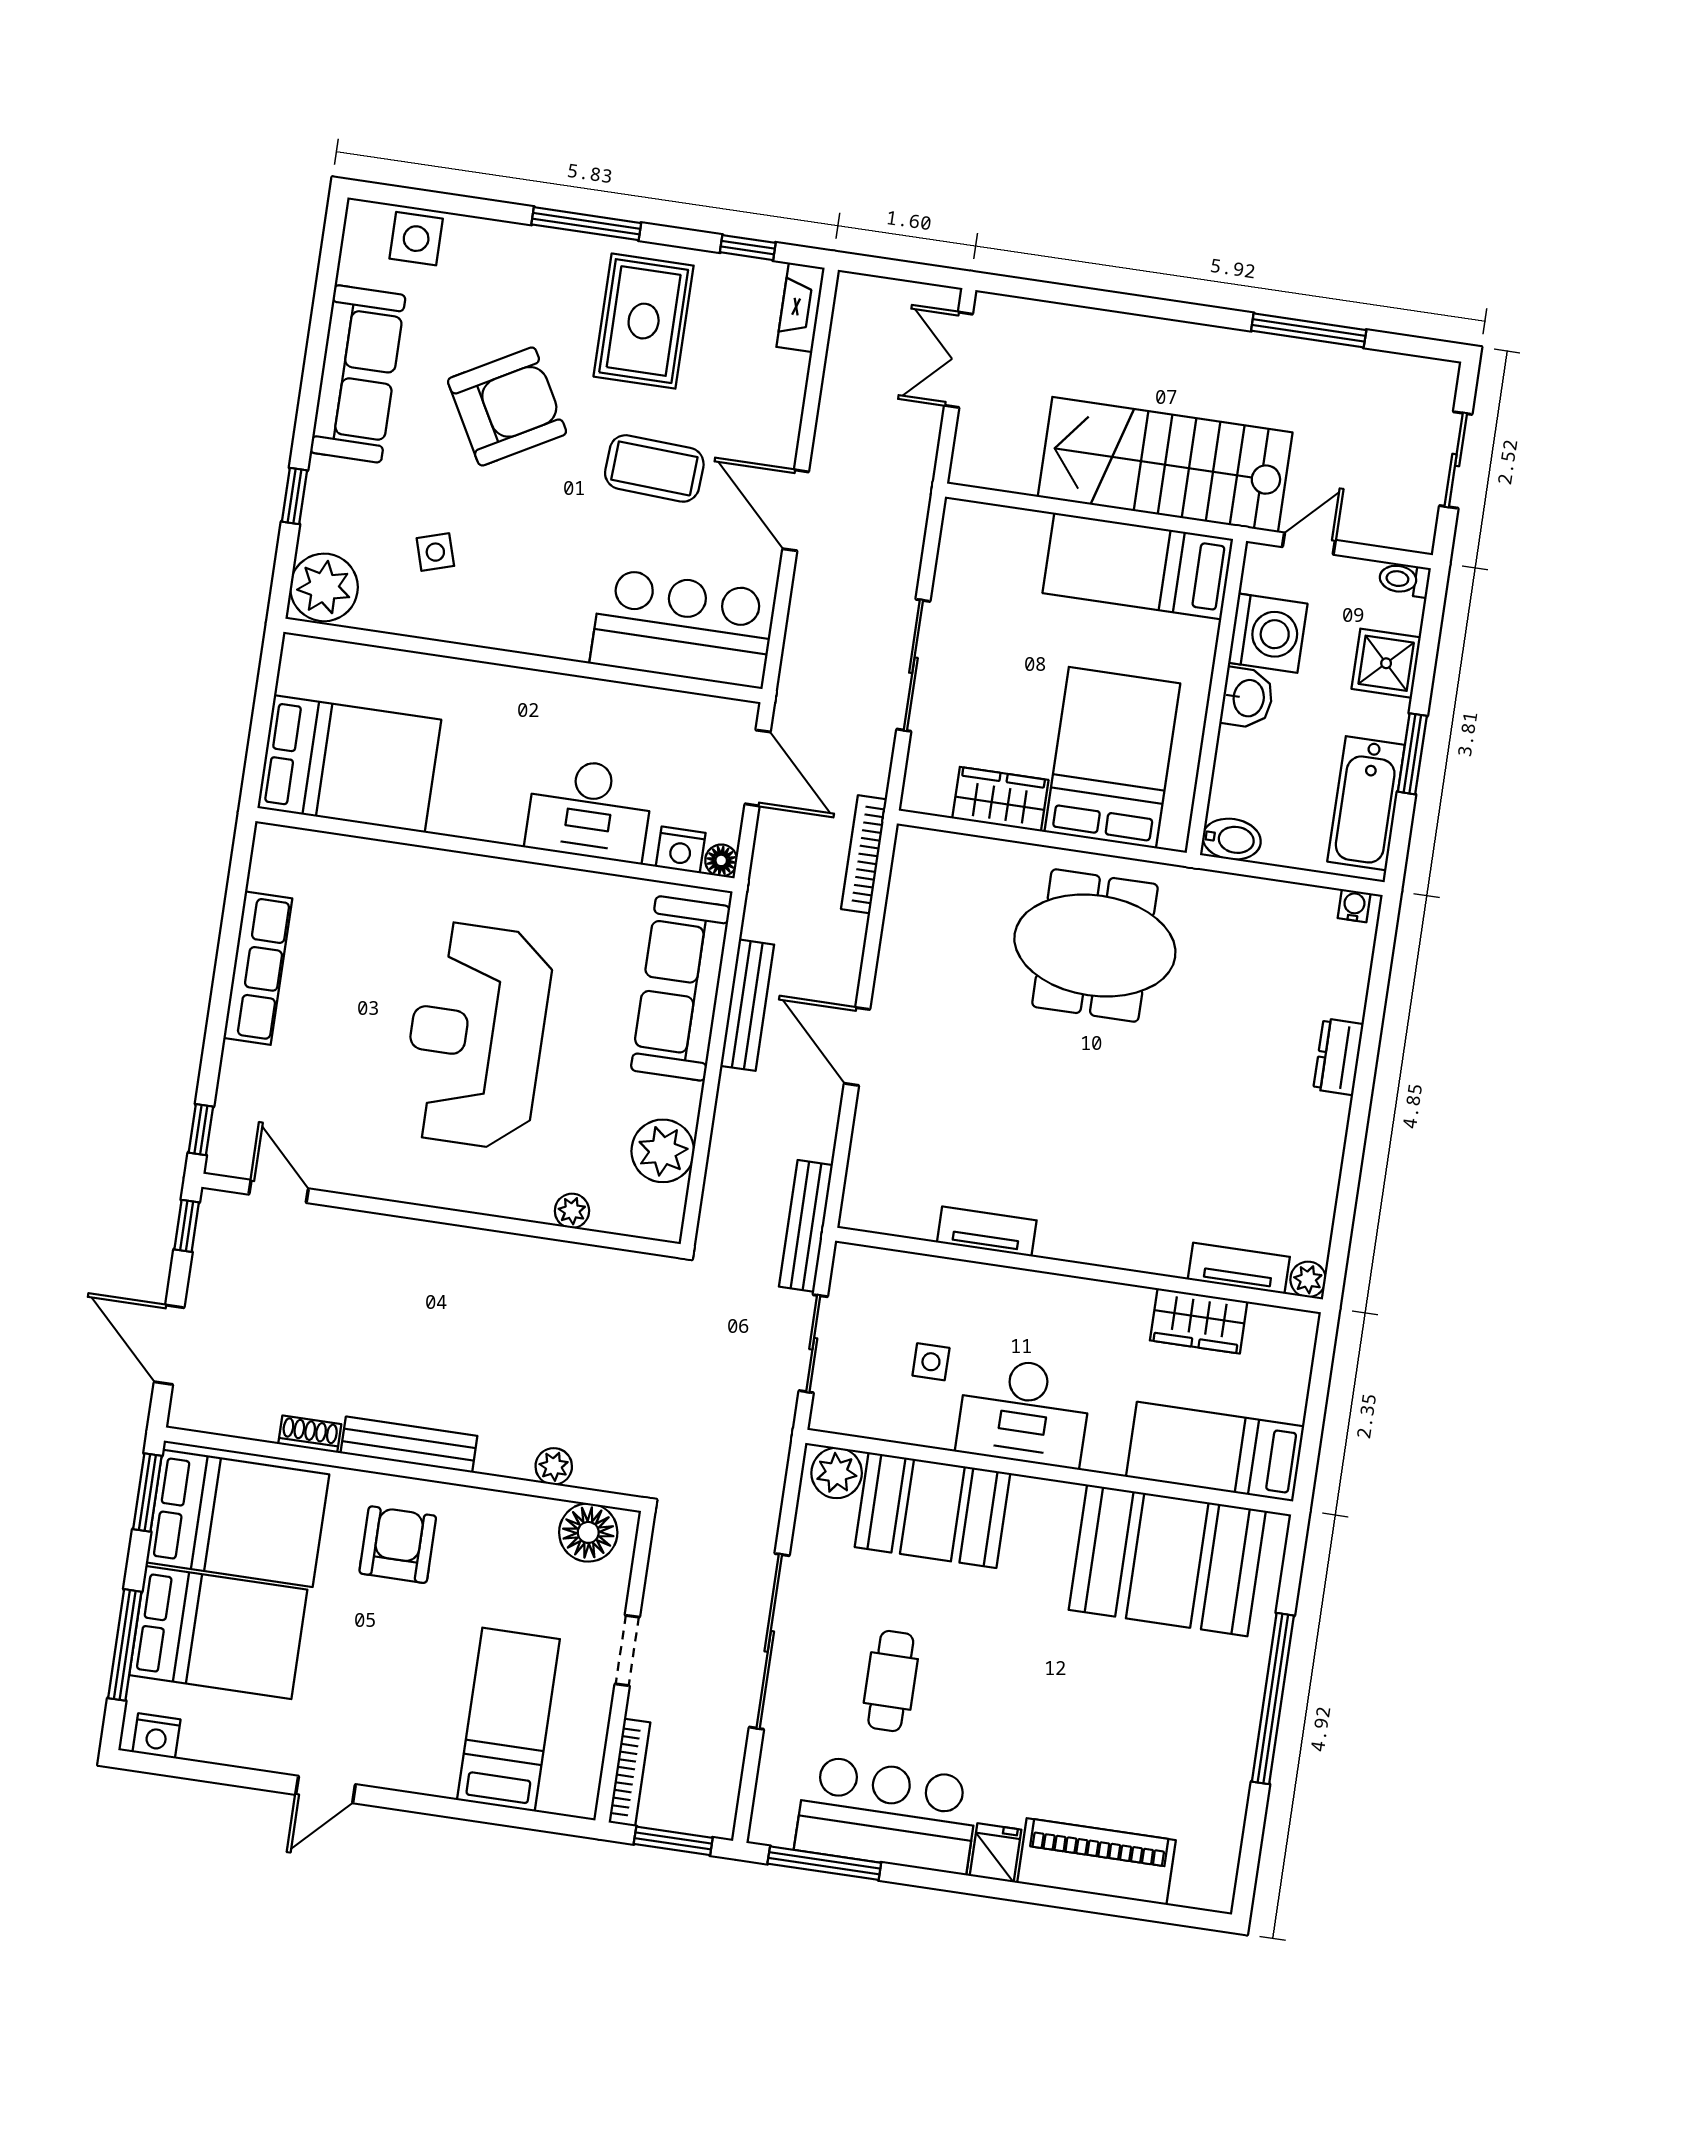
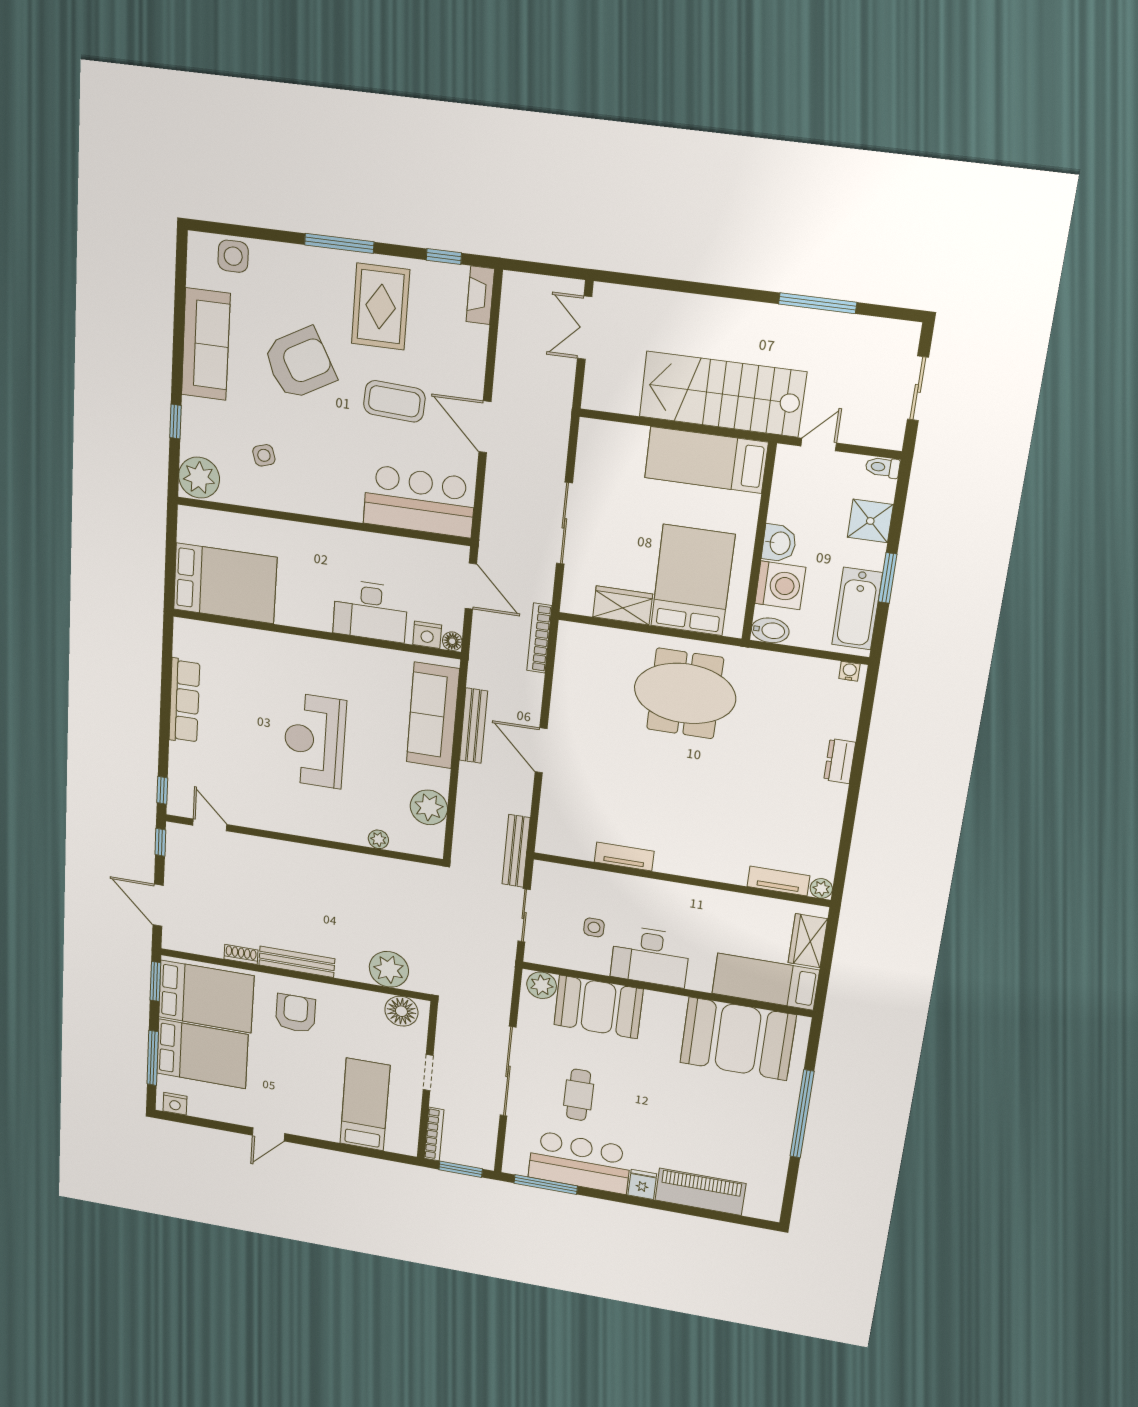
washing machine: (1268, 633) -> (780, 585), moved
reception desk: (476, 1036) -> (315, 741), width x0.74, depth x0.77
wardrobe: (1199, 1321) -> (808, 941), moved, turned 90
plant: (554, 1466) -> (389, 969), width x1.87, depth x1.87

